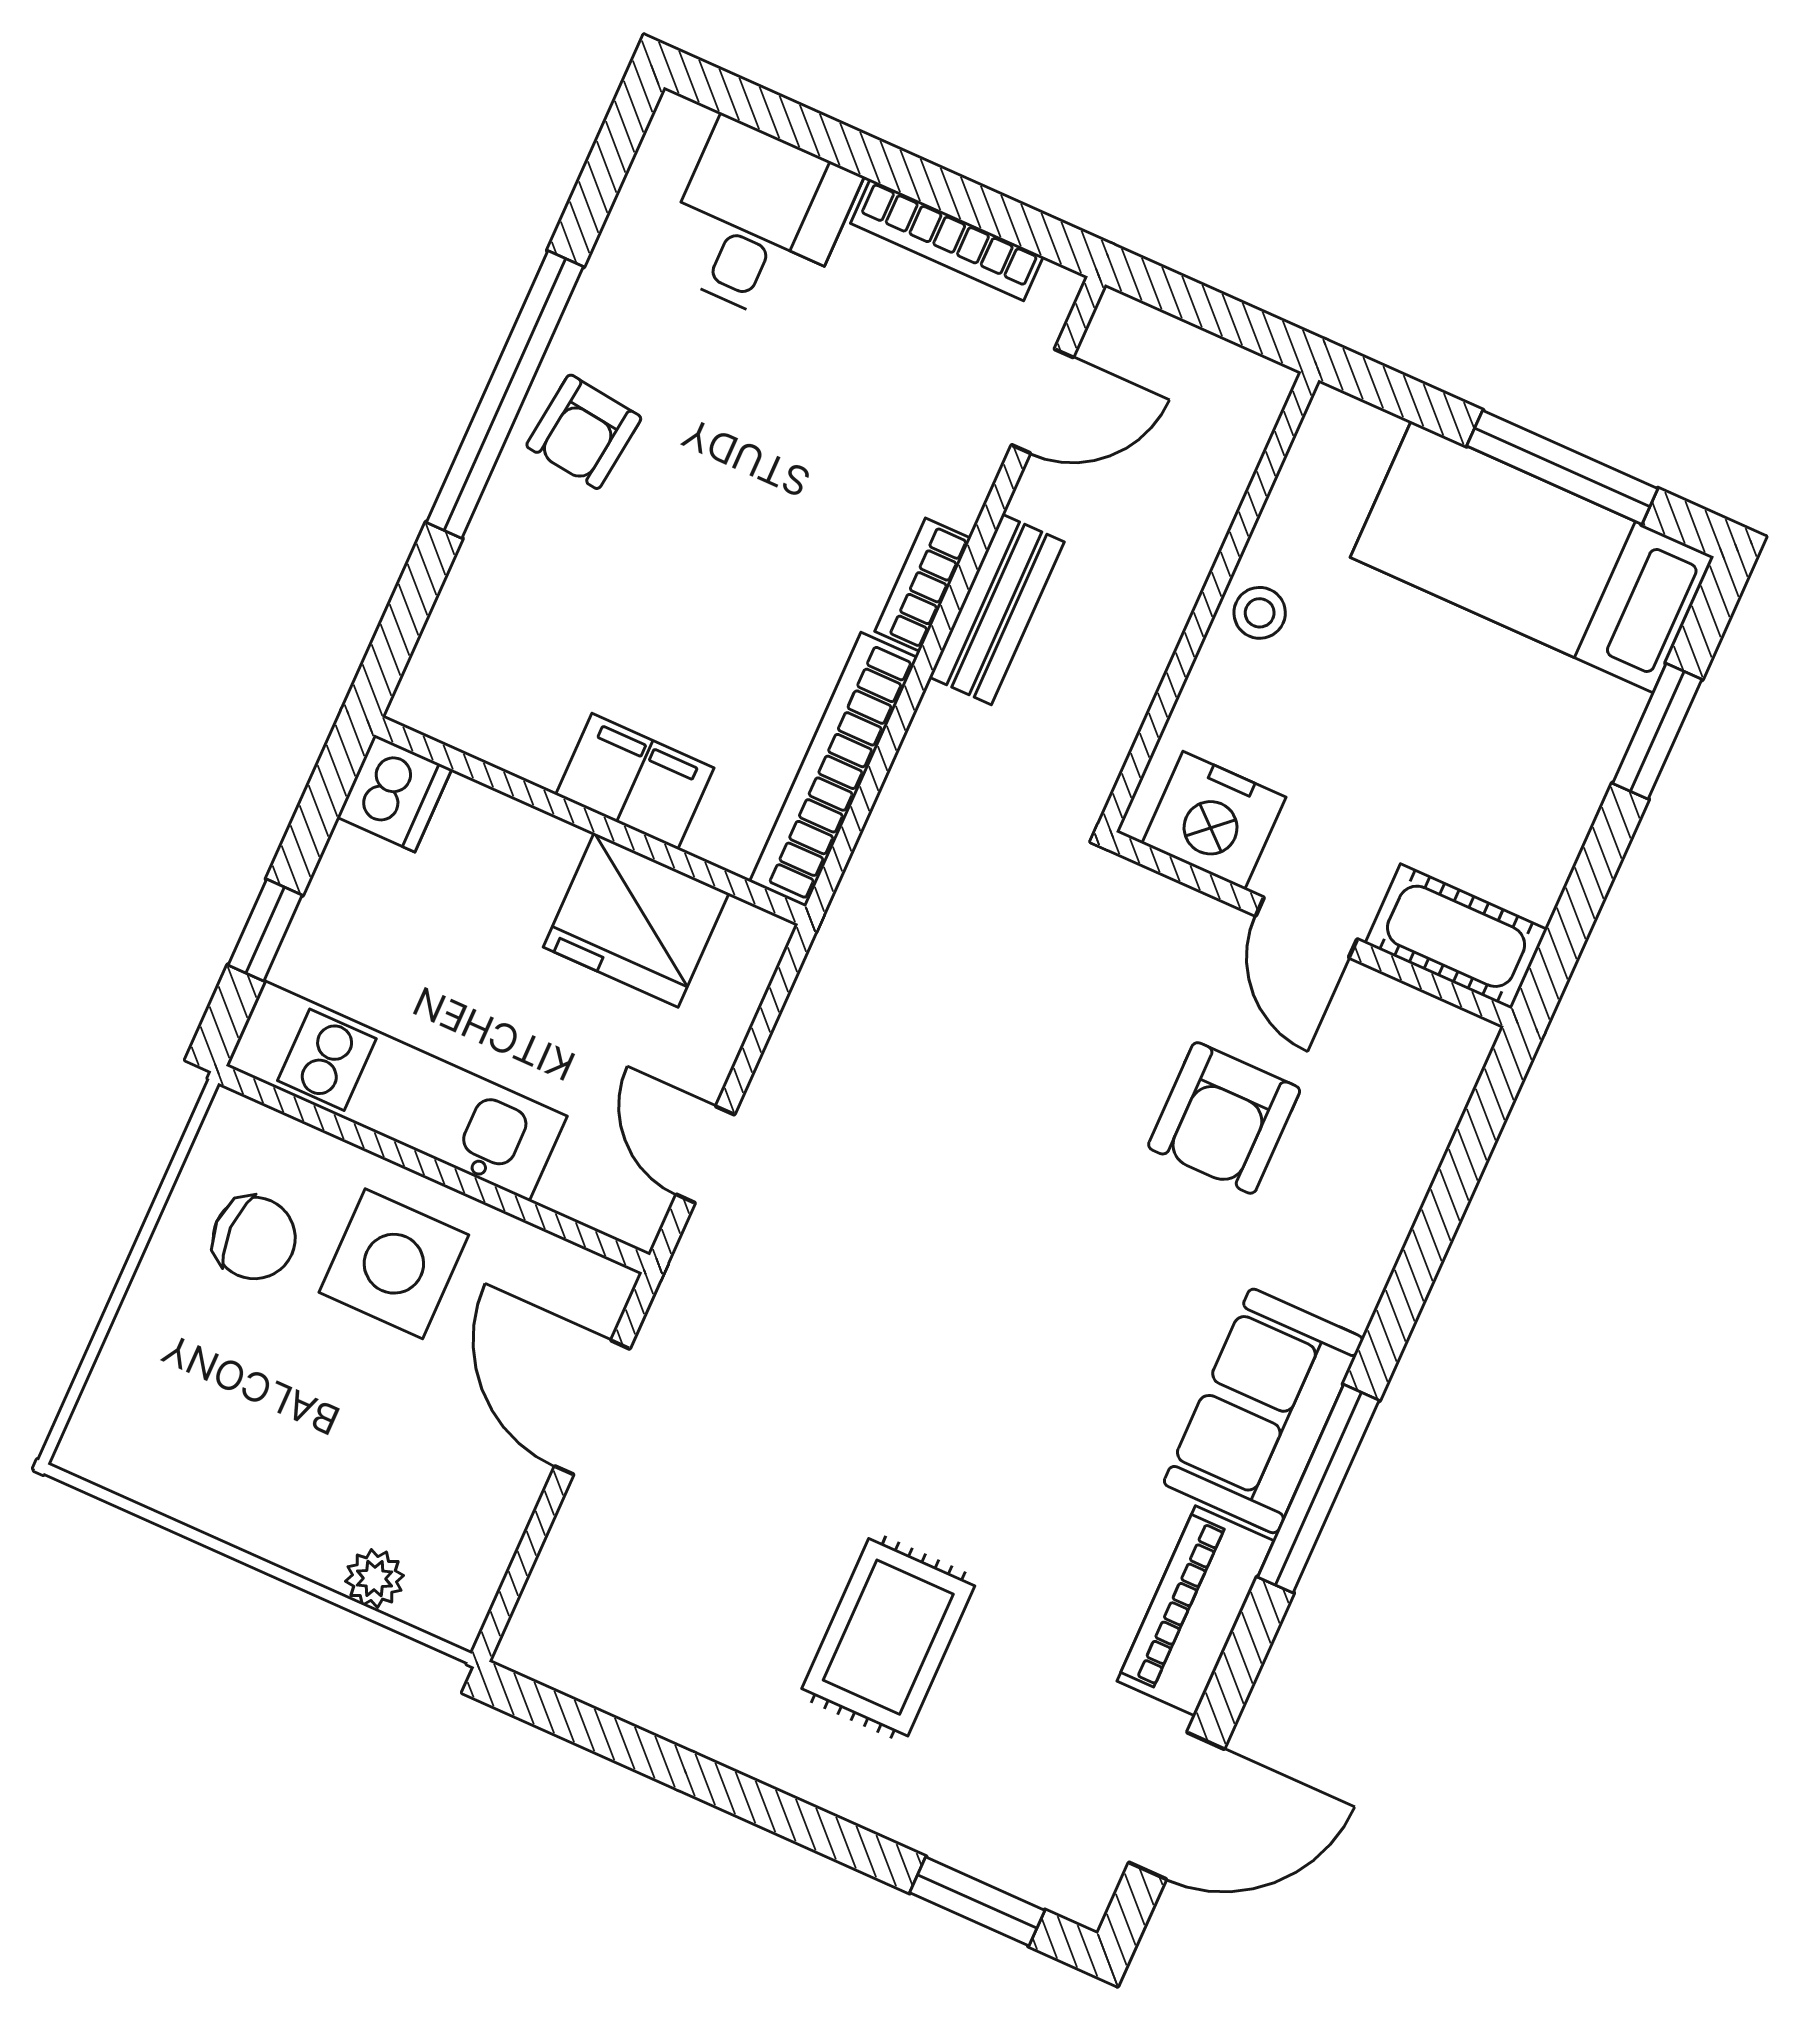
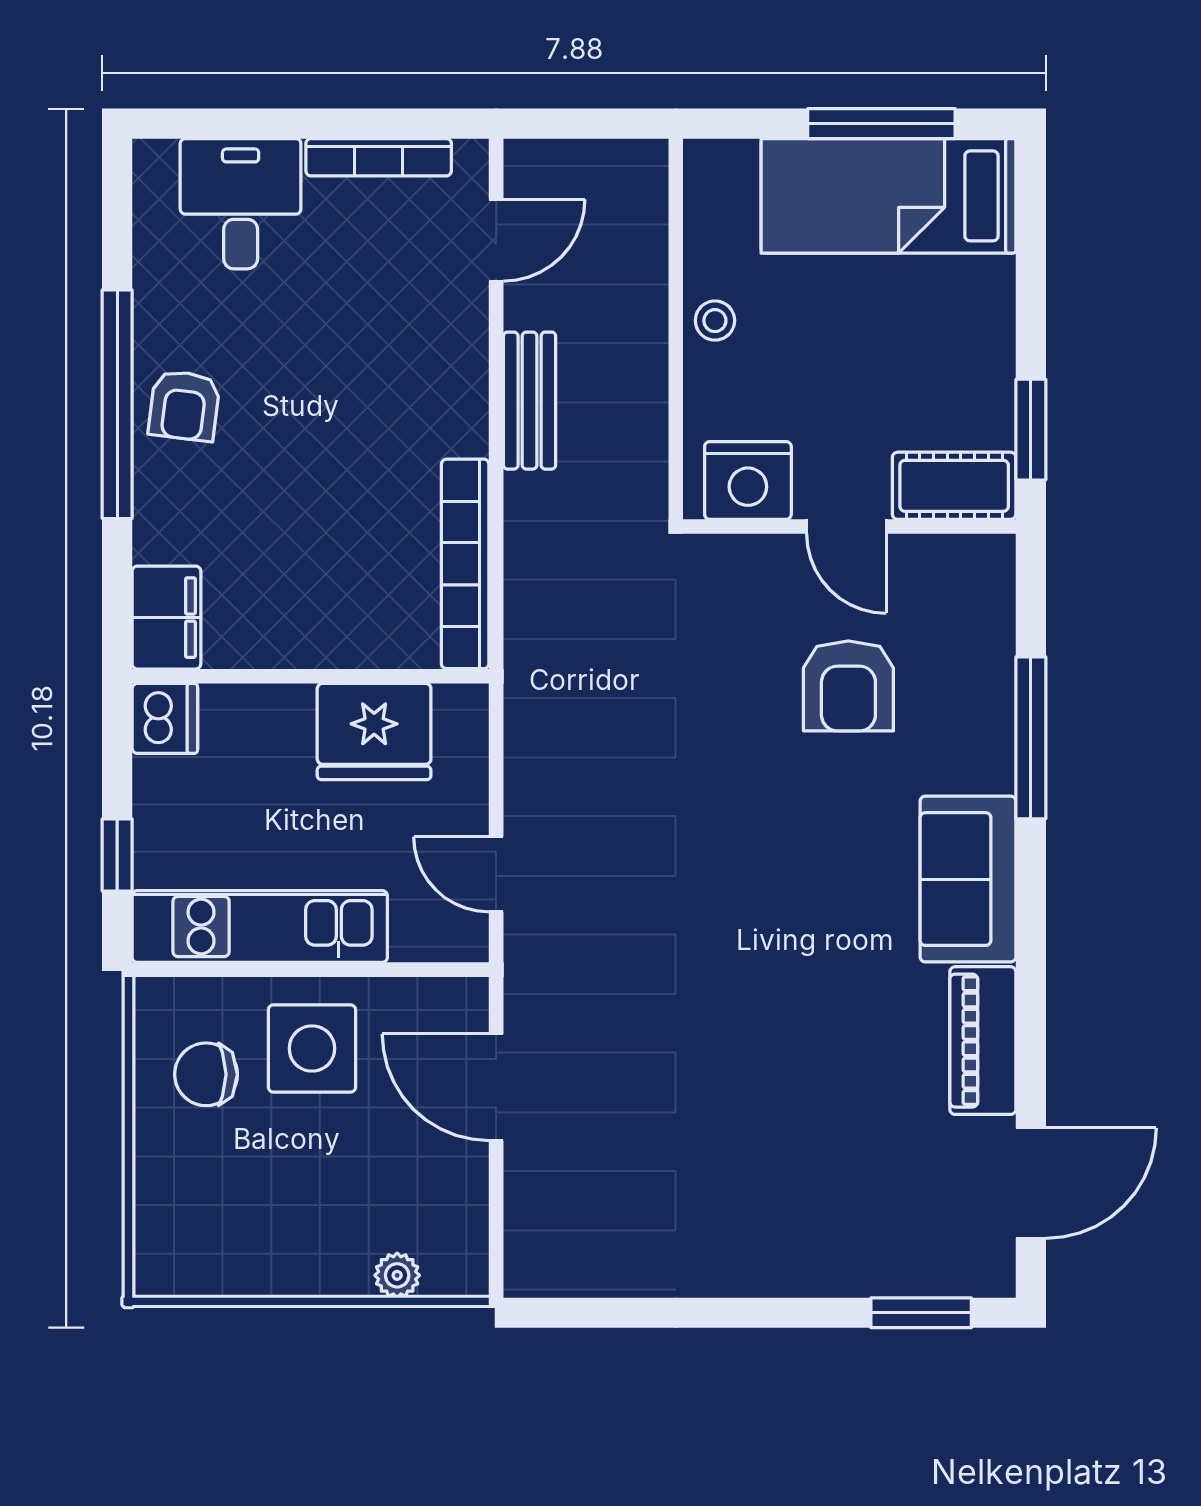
bookcase: (923, 585) -> (470, 407), removed
window: (1657, 731) -> (1031, 430), moved
filing cabinet: (635, 781) -> (166, 618), moved, turned 90
chair: (254, 1238) -> (206, 1074), turned 180
window: (1318, 1489) -> (1031, 738), moved
rug: (888, 1637) -> (776, 1155), removed

